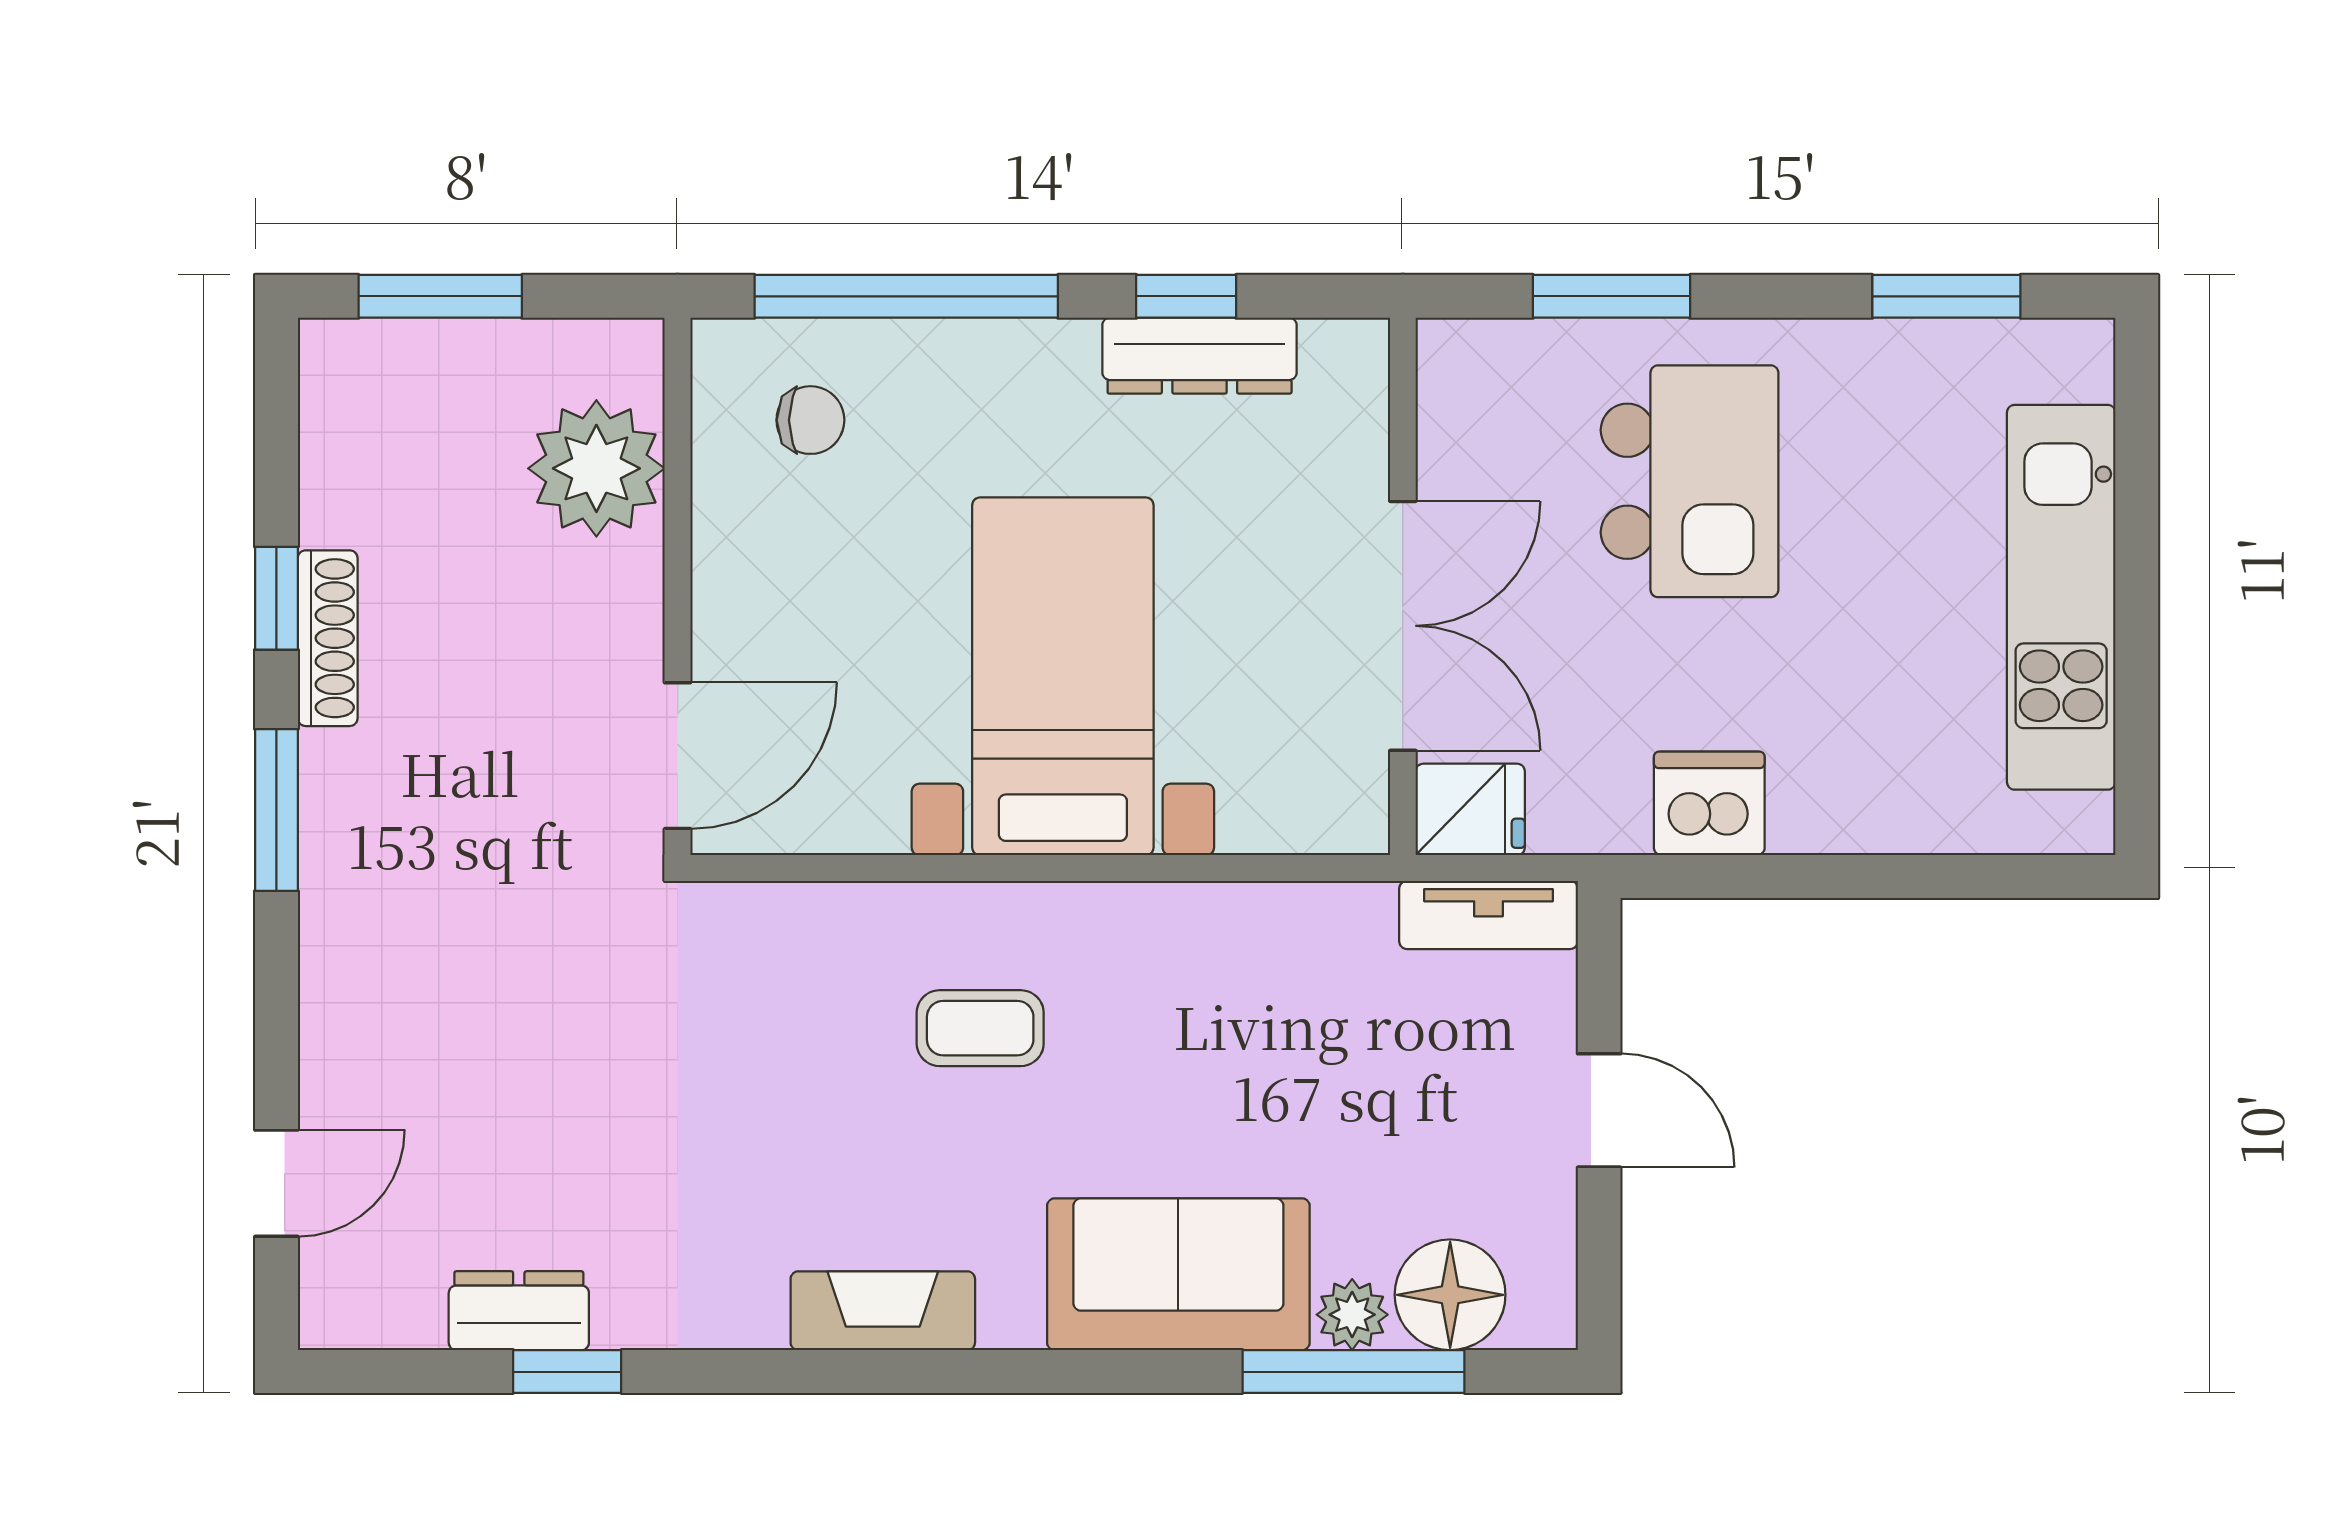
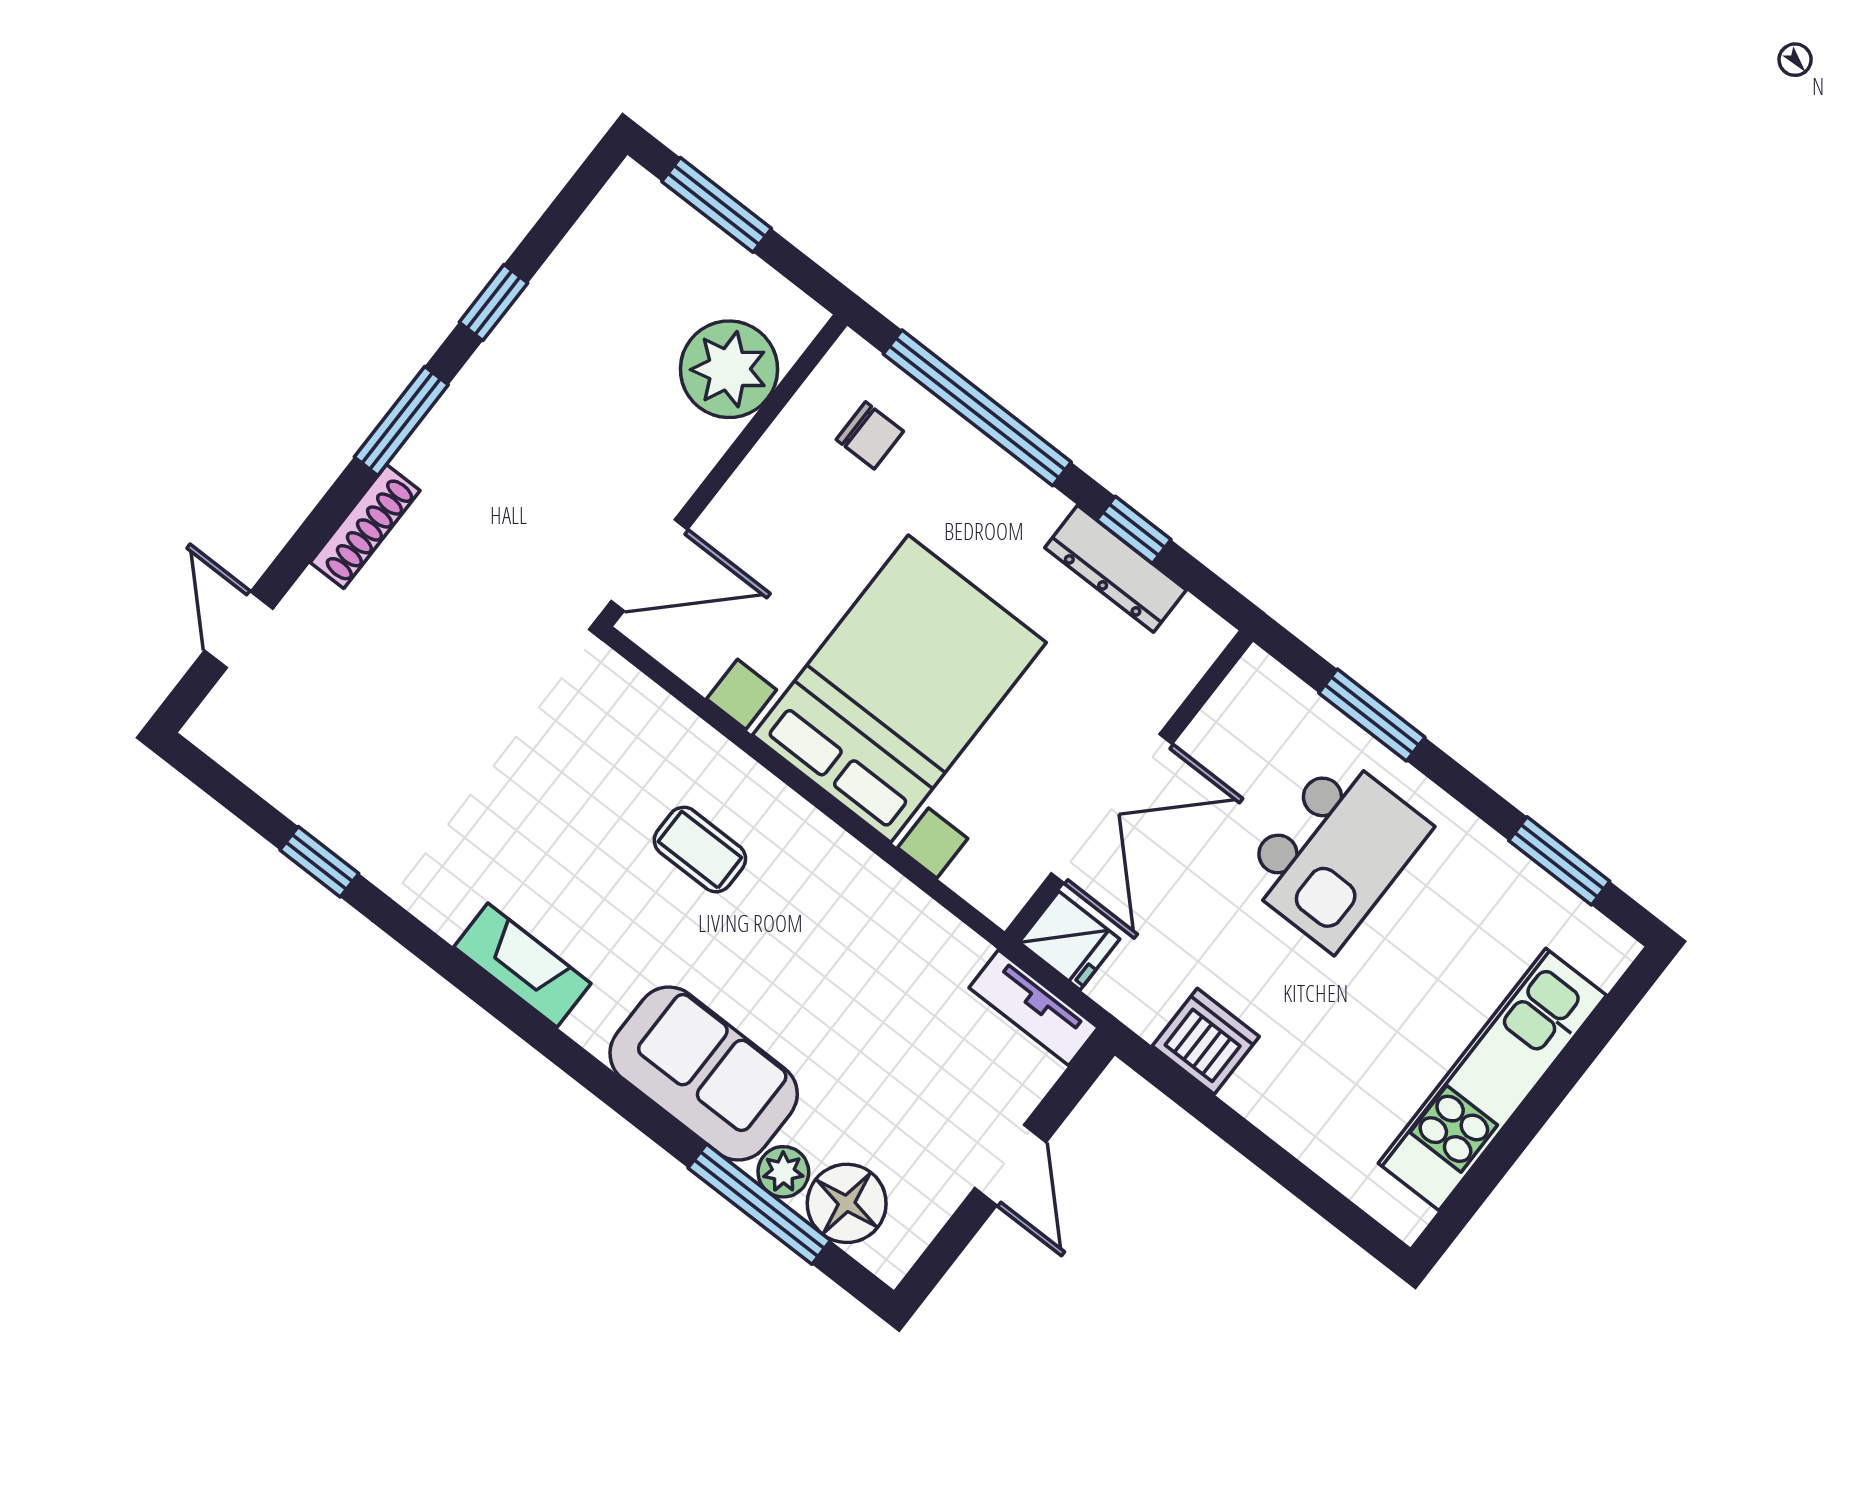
shoe rack: (328, 638) -> (365, 527), moved
bed with nightstands: (1063, 676) -> (899, 689), width x1.36
door: (276, 1183) -> (239, 630), swing flipped
dresser: (519, 1311) -> (319, 807), removed

